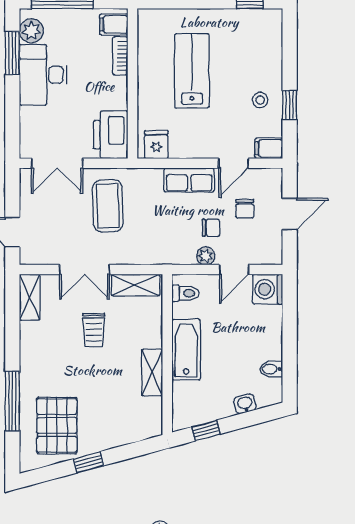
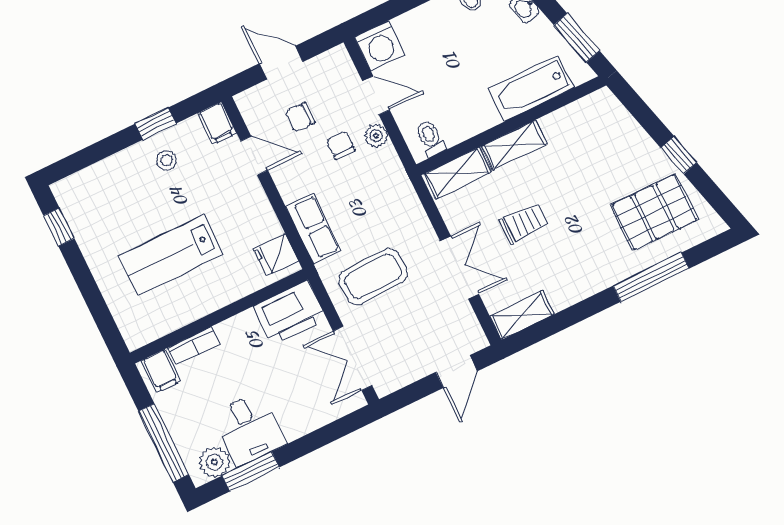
desk: (43, 75) -> (249, 429), width x0.73
double door: (57, 163) -> (353, 358), swing flipped
row of seats: (189, 180) -> (313, 229), moved
chair: (245, 209) -> (300, 117), turned 180
shelving: (135, 285) -> (458, 173), moved, turned 90
bathtub: (186, 350) -> (531, 88), moved
shelving: (152, 373) -> (514, 145), moved
window: (206, 430) -> (577, 38), width x1.50

